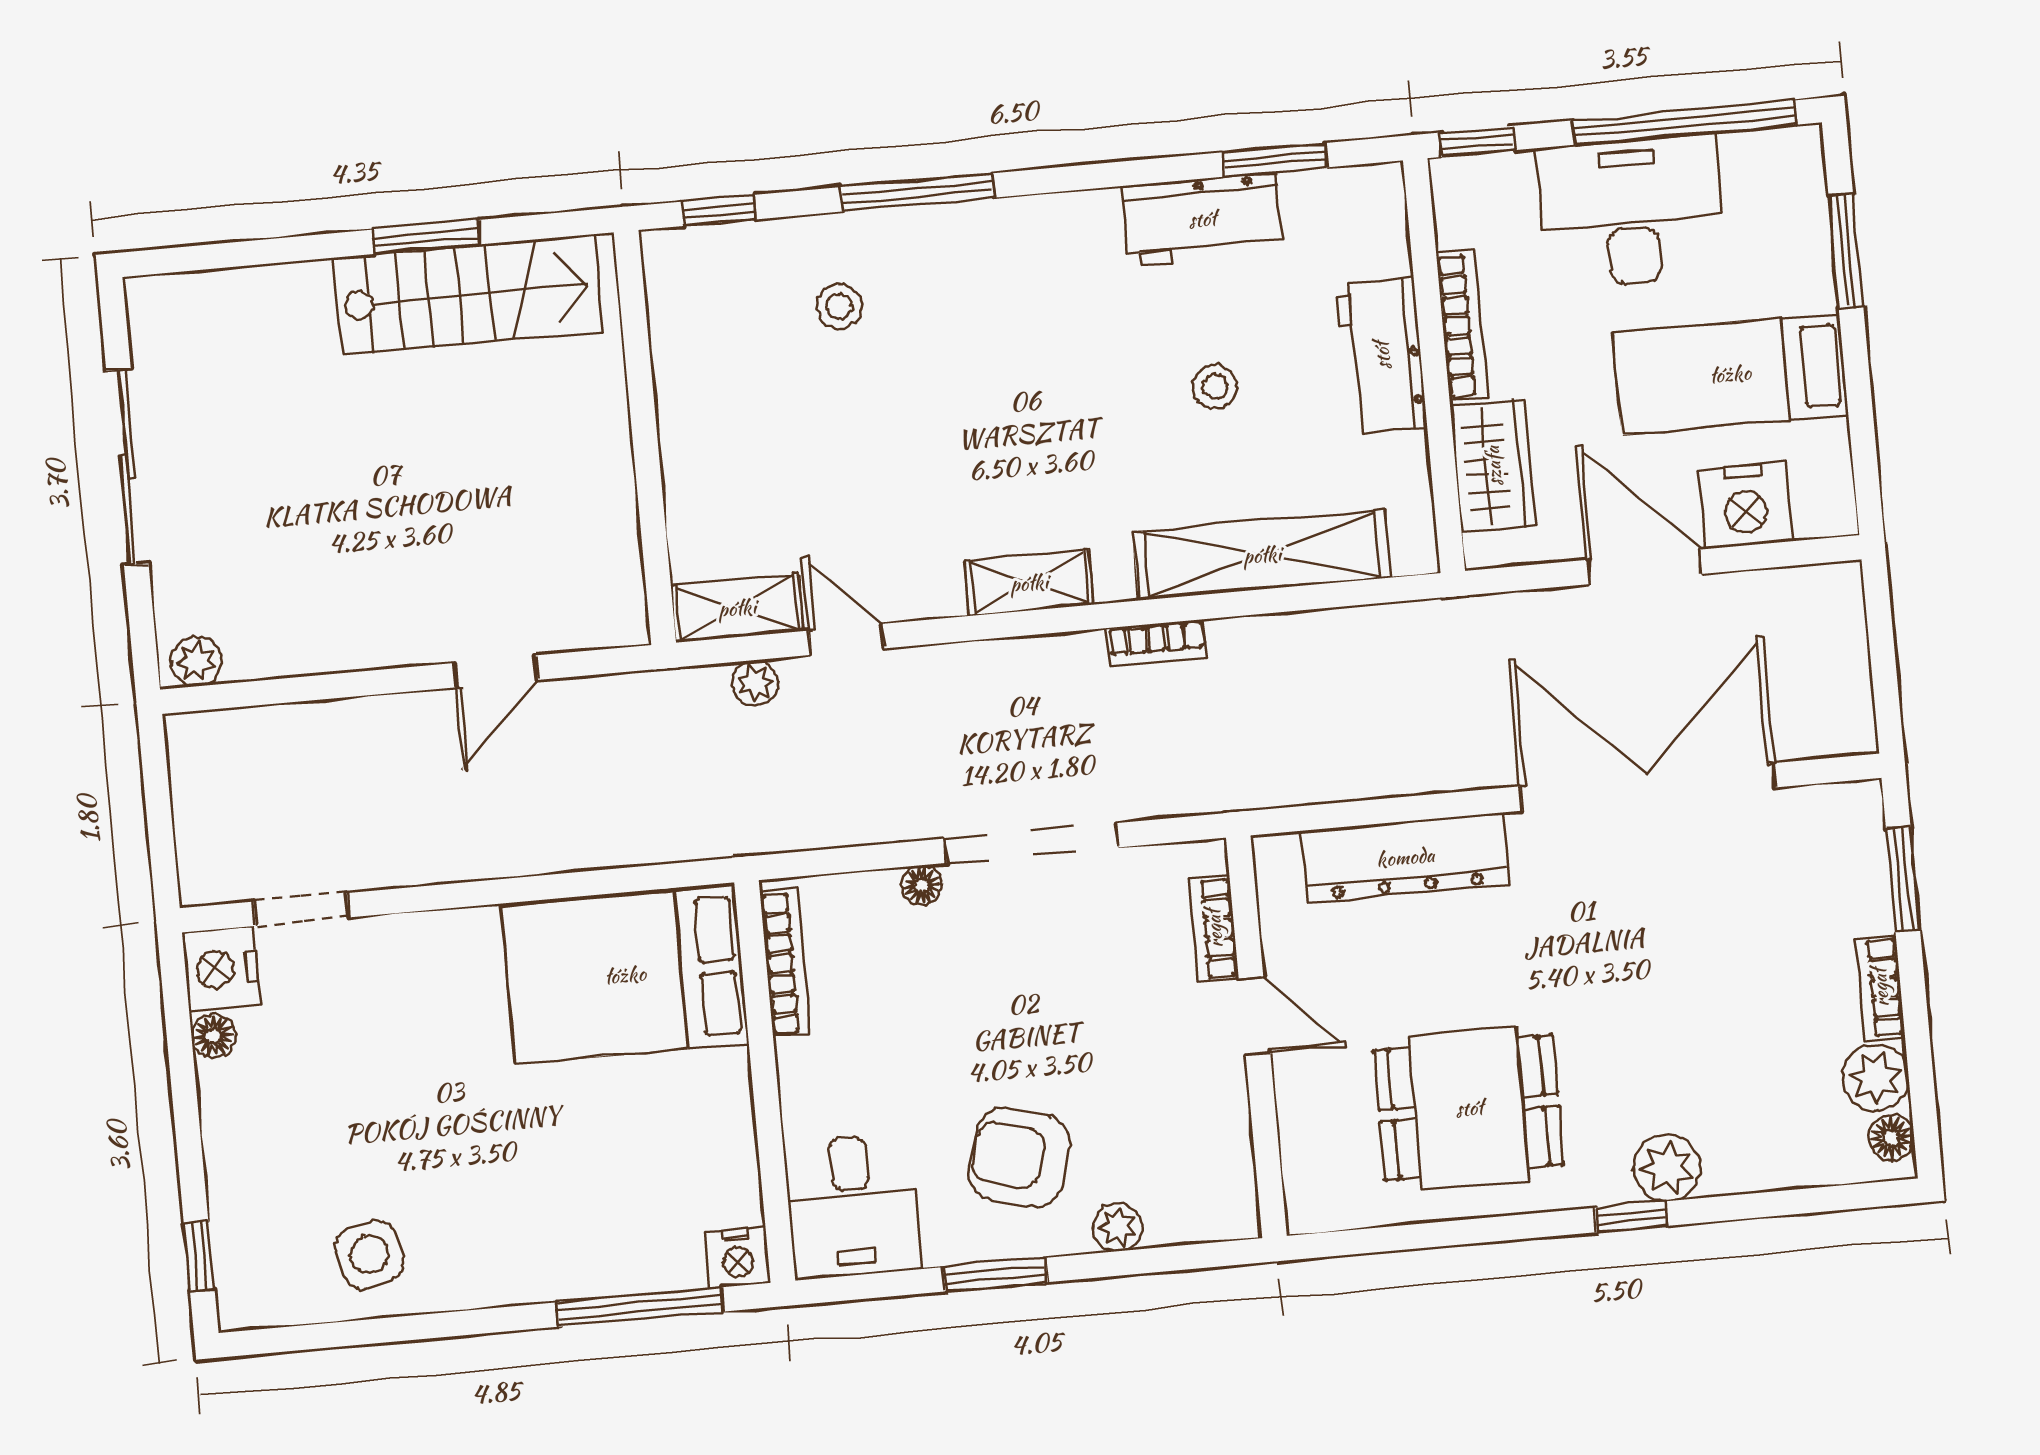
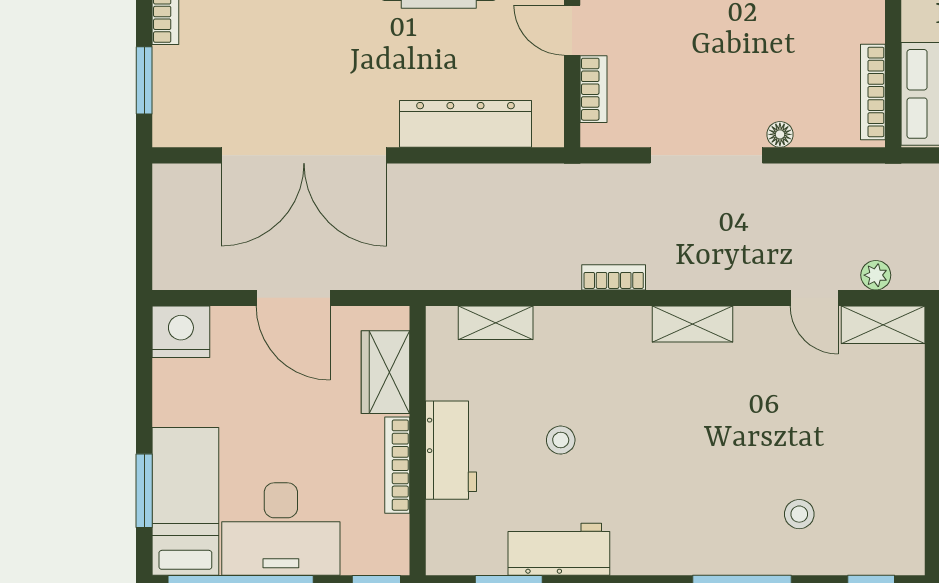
bed: (1730, 374) -> (185, 501), moved, turned -90
nightstand: (1745, 506) -> (181, 332), moved
shelving: (1262, 555) -> (496, 323), width x0.45, depth x0.75

